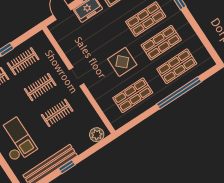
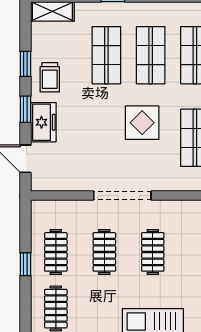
doorway: (76, 77) -> (122, 196), width x1.88

